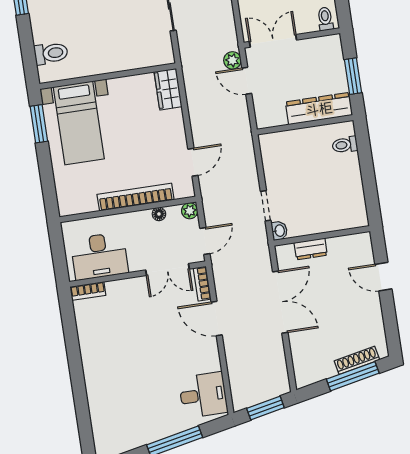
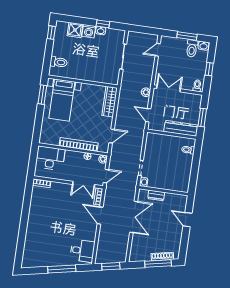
door: (247, 81) -> (148, 115), moved
wardrobe: (168, 89) -> (110, 102), width x1.50
desk: (99, 256) -> (50, 158), moved, turned 180

